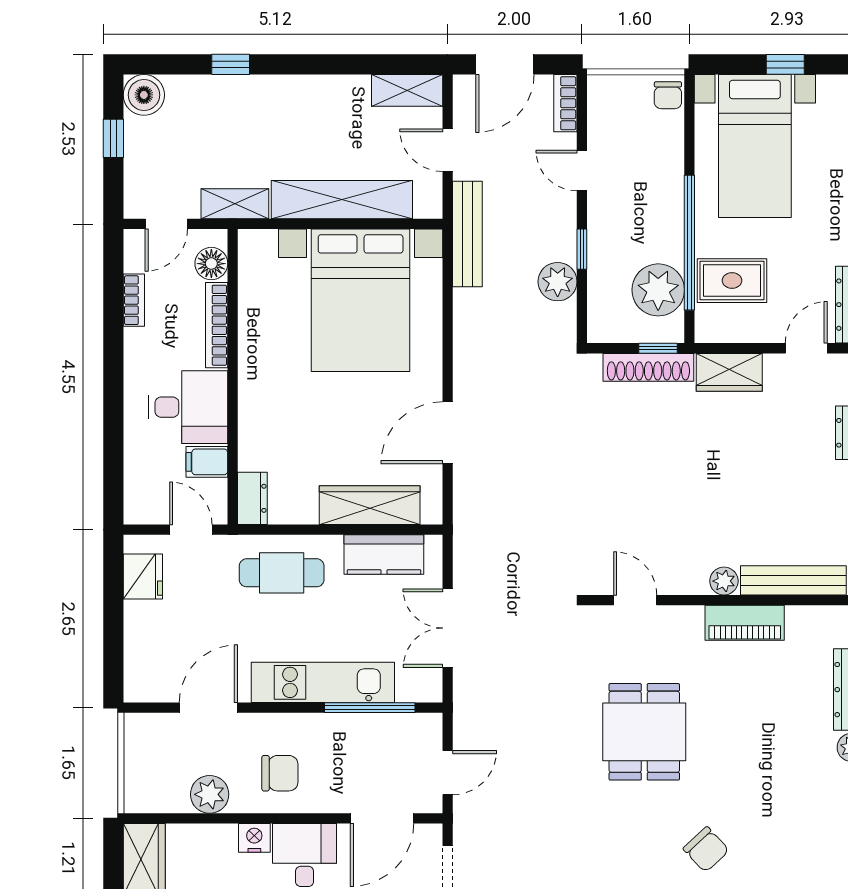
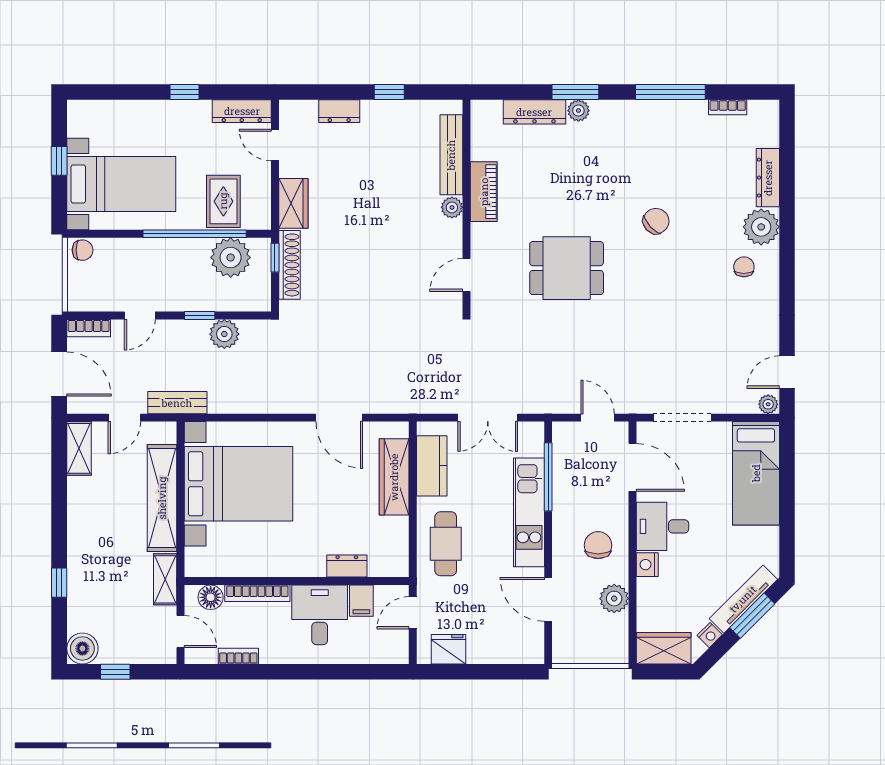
bench: (467, 234) -> (177, 403), width x0.73
dresser: (252, 498) -> (347, 566), moved

